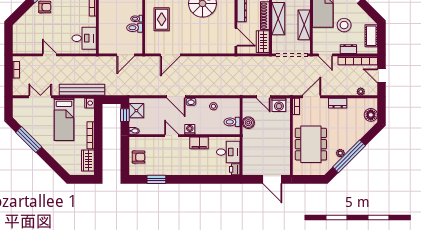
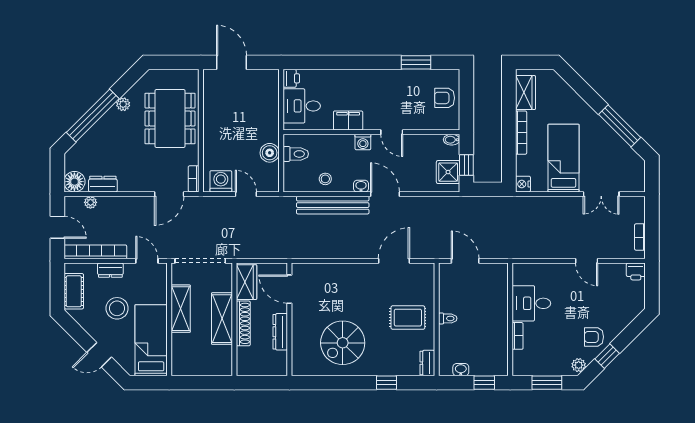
rug: (162, 19) -> (408, 318), turned 90
toilet: (135, 28) -> (451, 304), removed
desk: (84, 38) -> (531, 303), moved
printer: (19, 48) -> (636, 271), added
door: (126, 55) -> (465, 261), hinge flipped
bench: (82, 90) -> (333, 205), moved
dresser: (338, 103) -> (103, 184), moved
floor lamp: (371, 115) -> (74, 182), moved
window: (349, 156) -> (93, 115), moved

